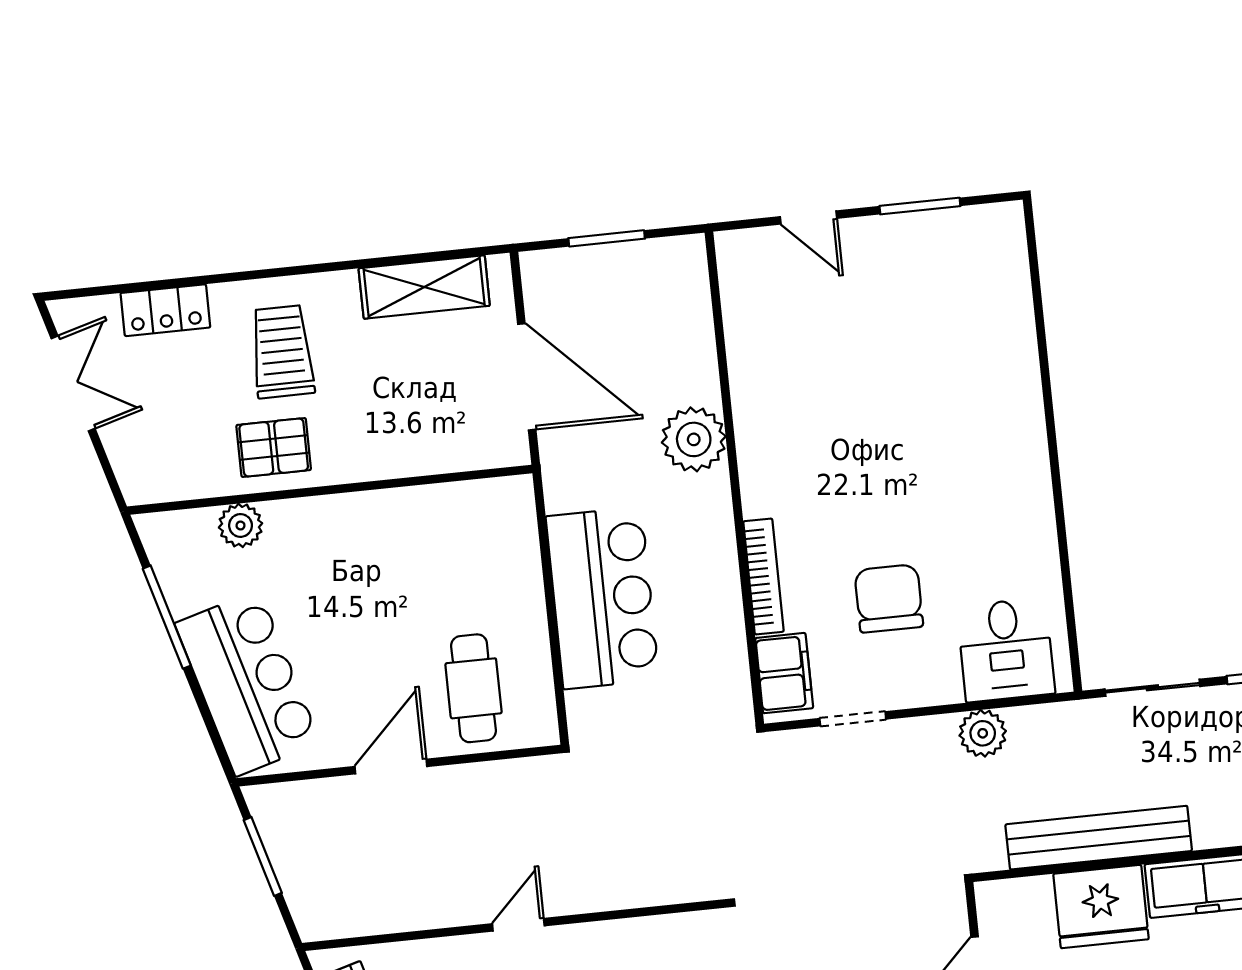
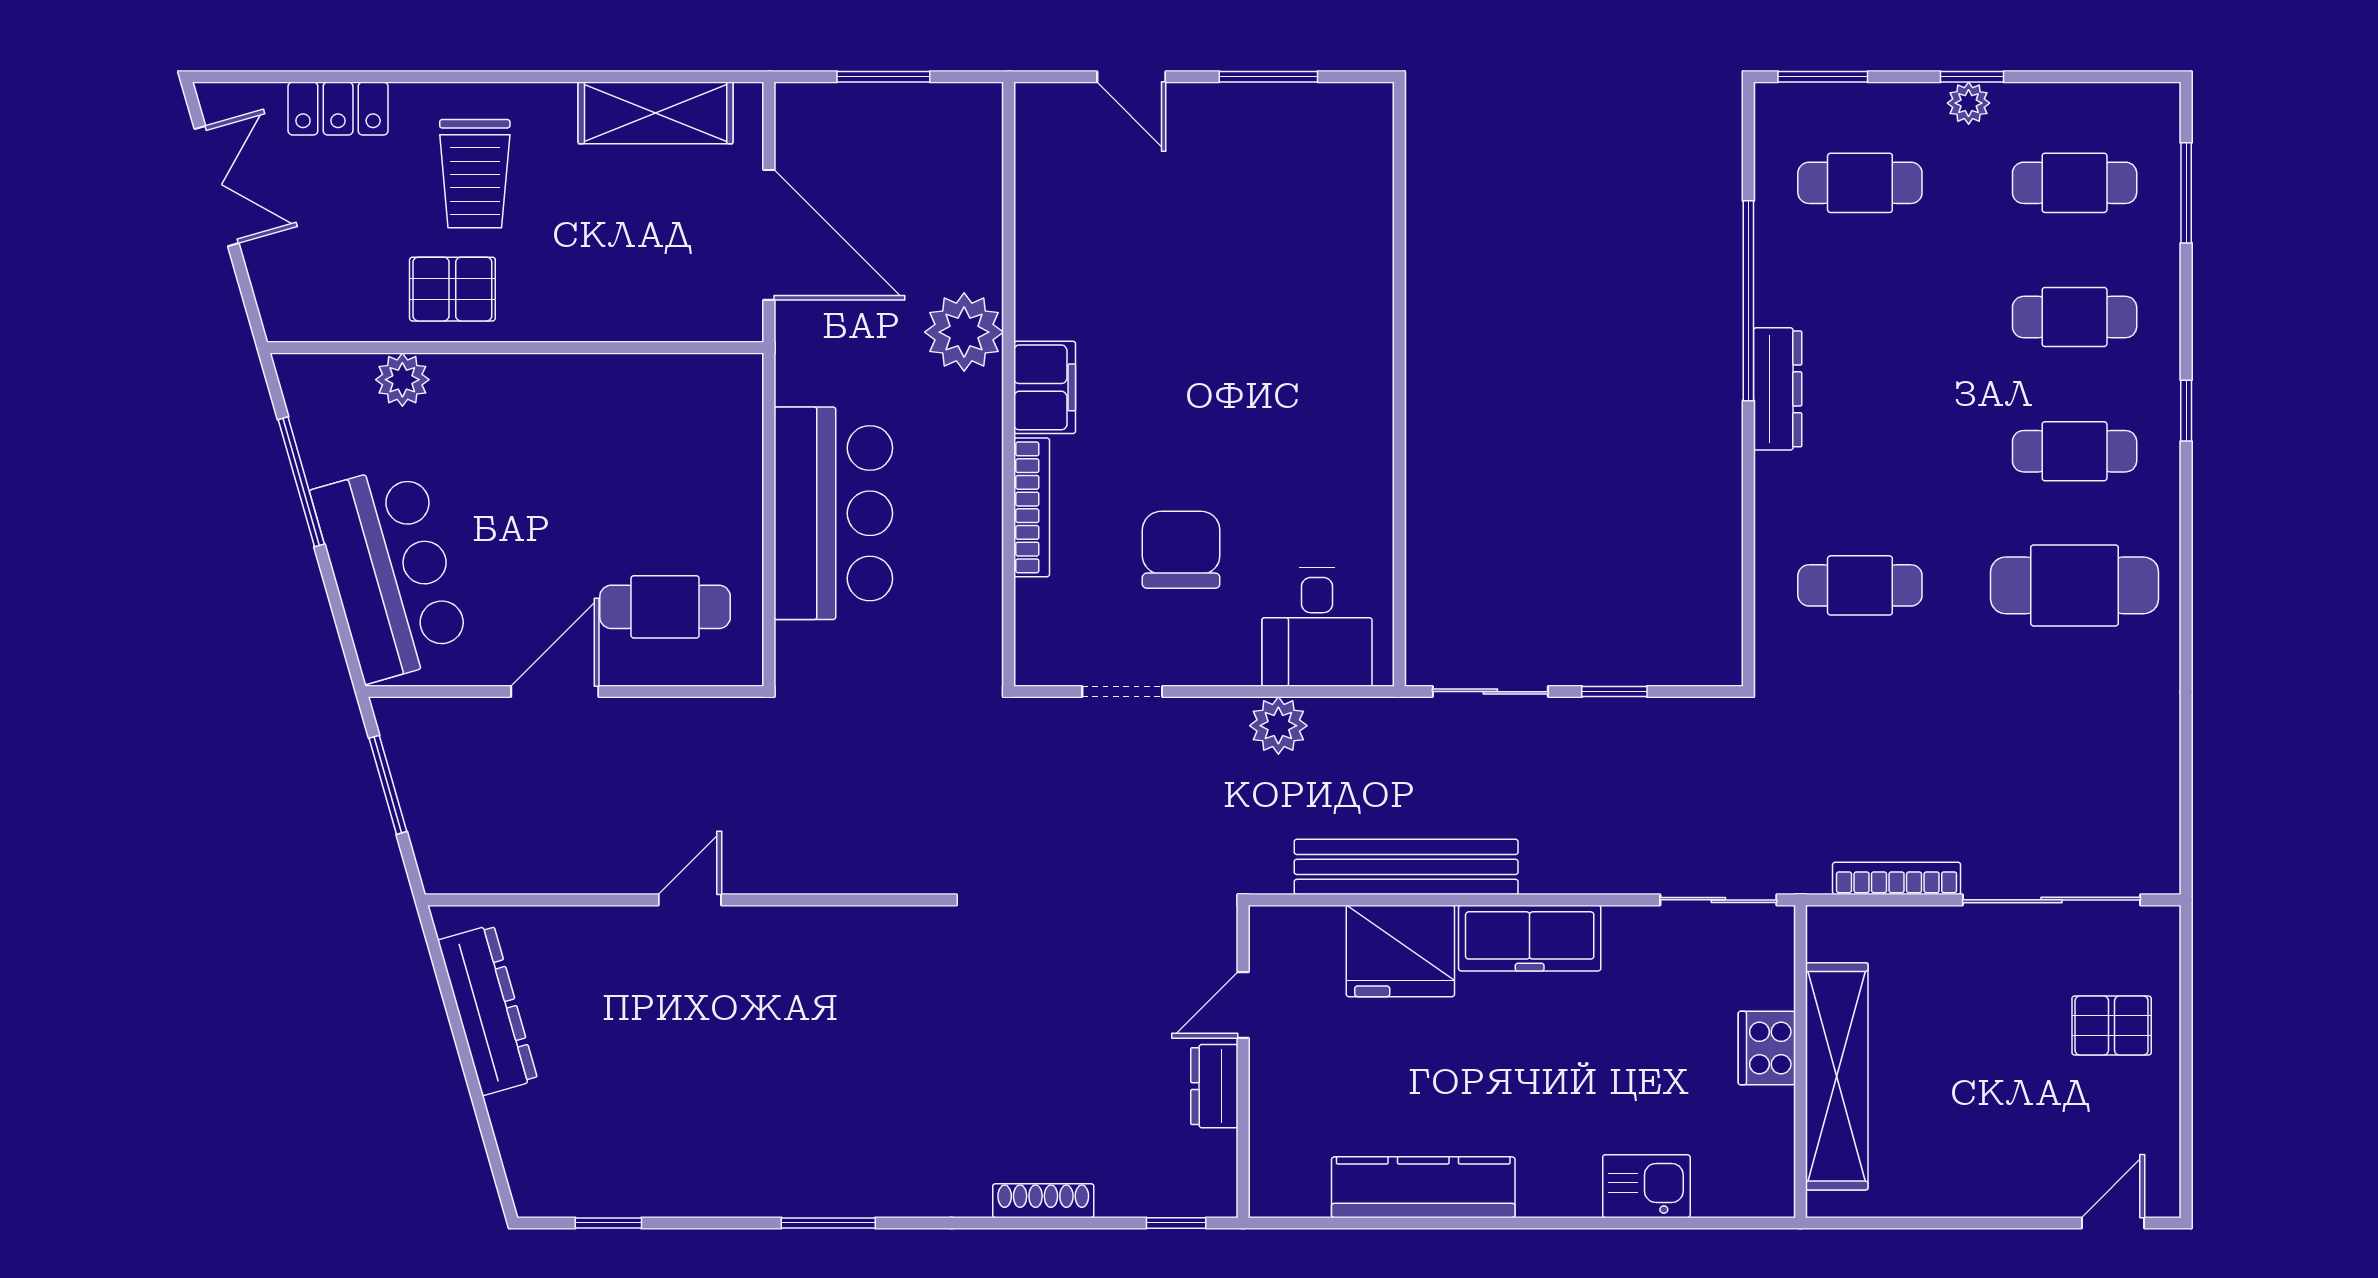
trolley: (282, 352) -> (475, 174), turned 180
filing cabinet: (784, 673) -> (1045, 387), moved
cafe table: (473, 688) -> (665, 607), turned 90

